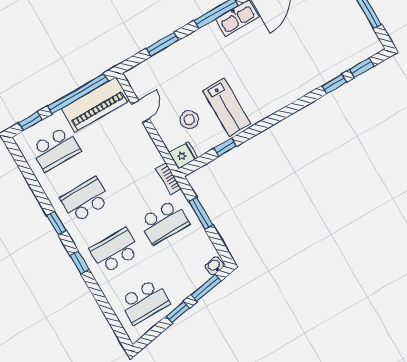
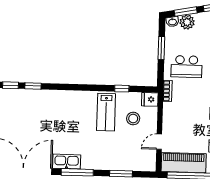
lab bench: (227, 107) -> (106, 112), turned 180
window: (201, 213) -> (161, 48), moved
school desk: (164, 222) -> (187, 67), turned 180
plant: (197, 276) -> (187, 22), added

